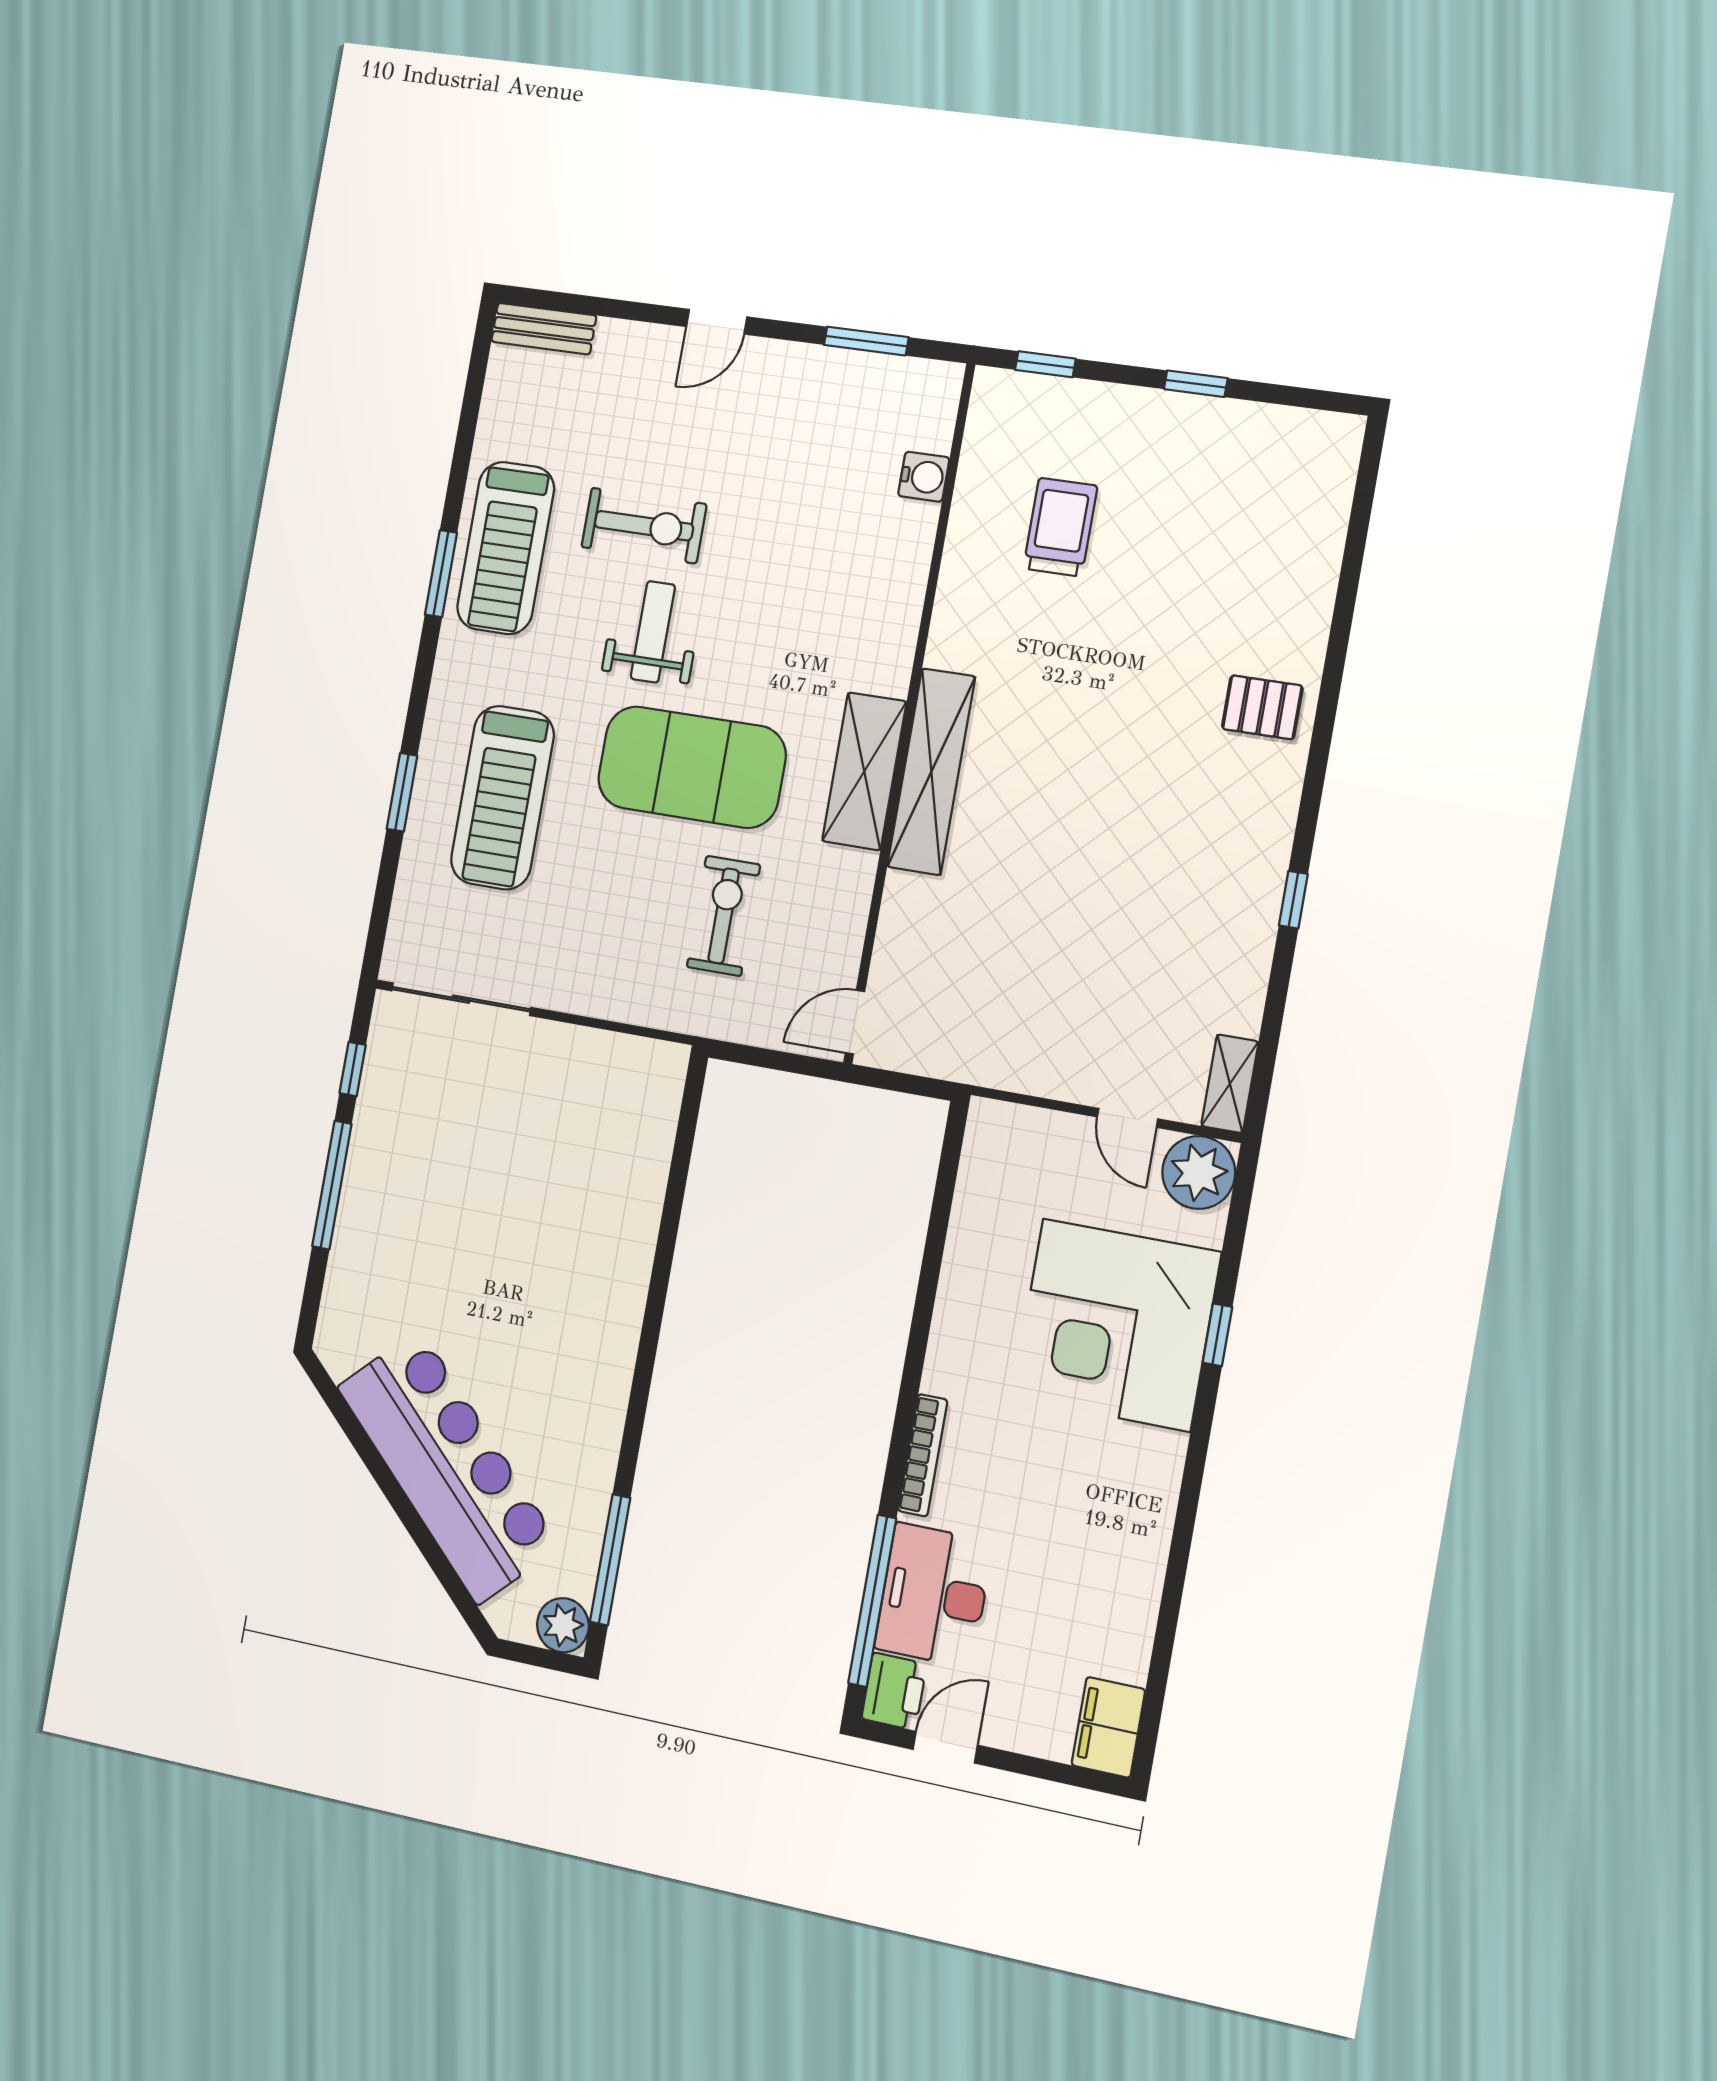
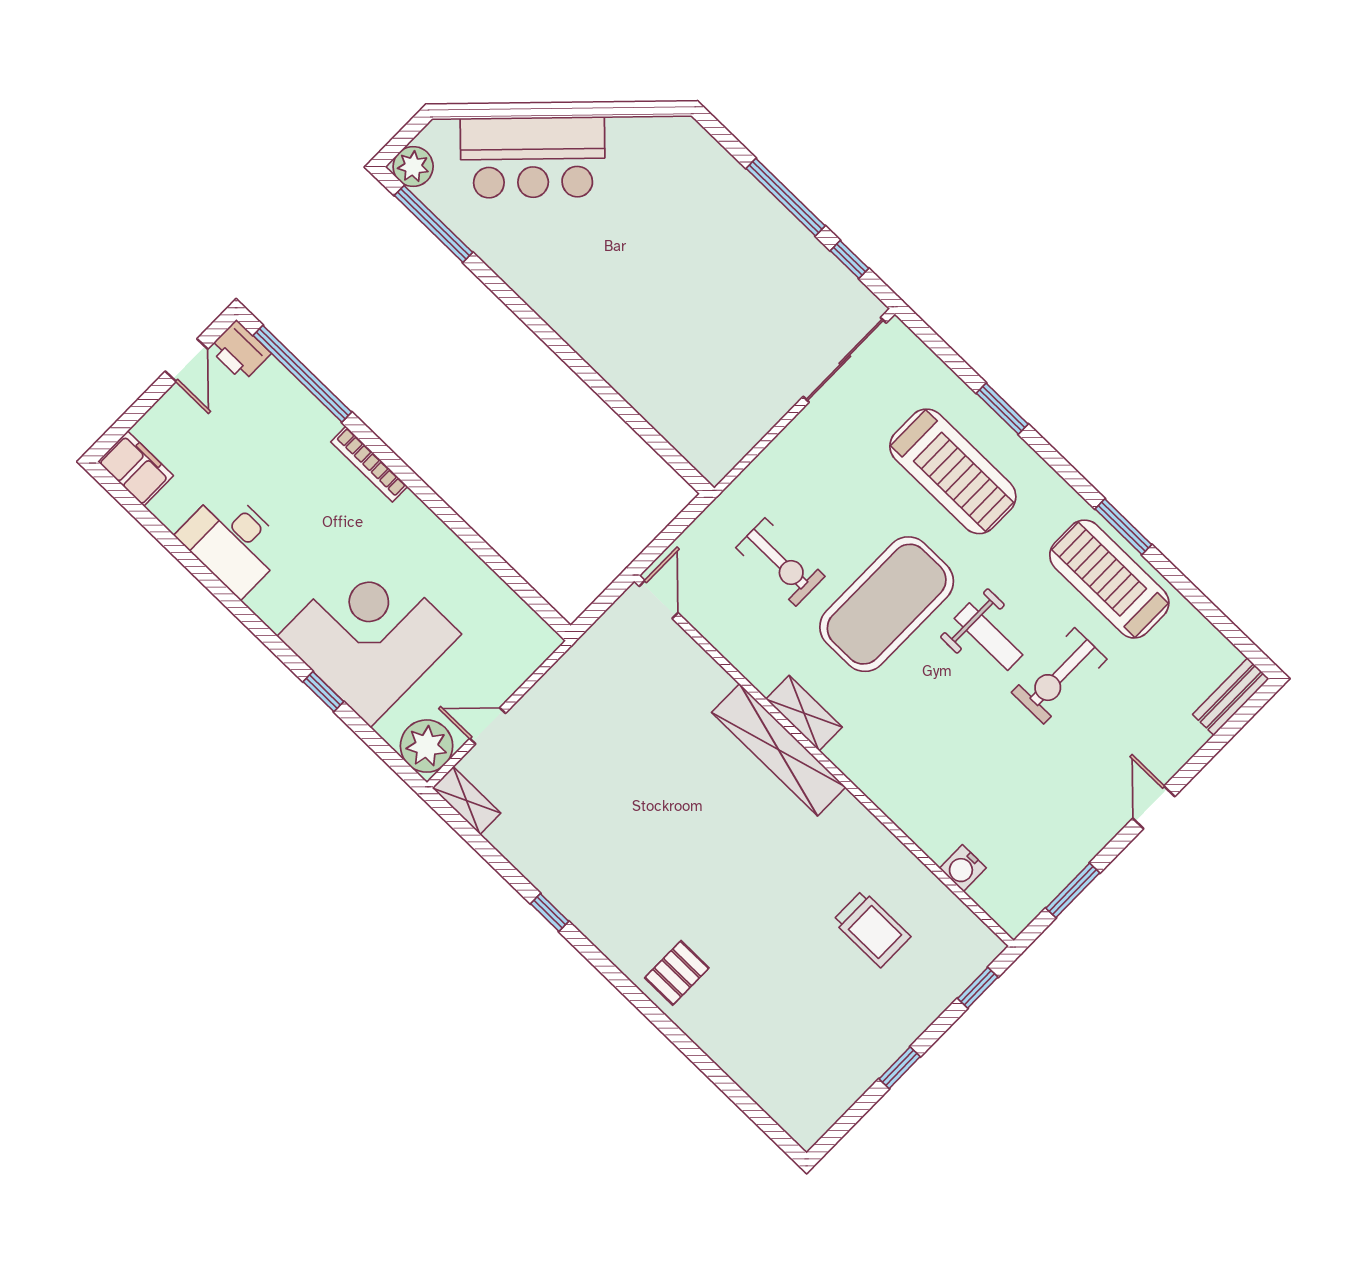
shelving: (864, 771) -> (804, 713), width x0.67, depth x0.75
treadmill: (502, 798) -> (953, 471), turned 180
bar counter: (448, 1466) -> (533, 157), width x0.73
desk: (934, 1595) -> (233, 542), moved, turned 180

